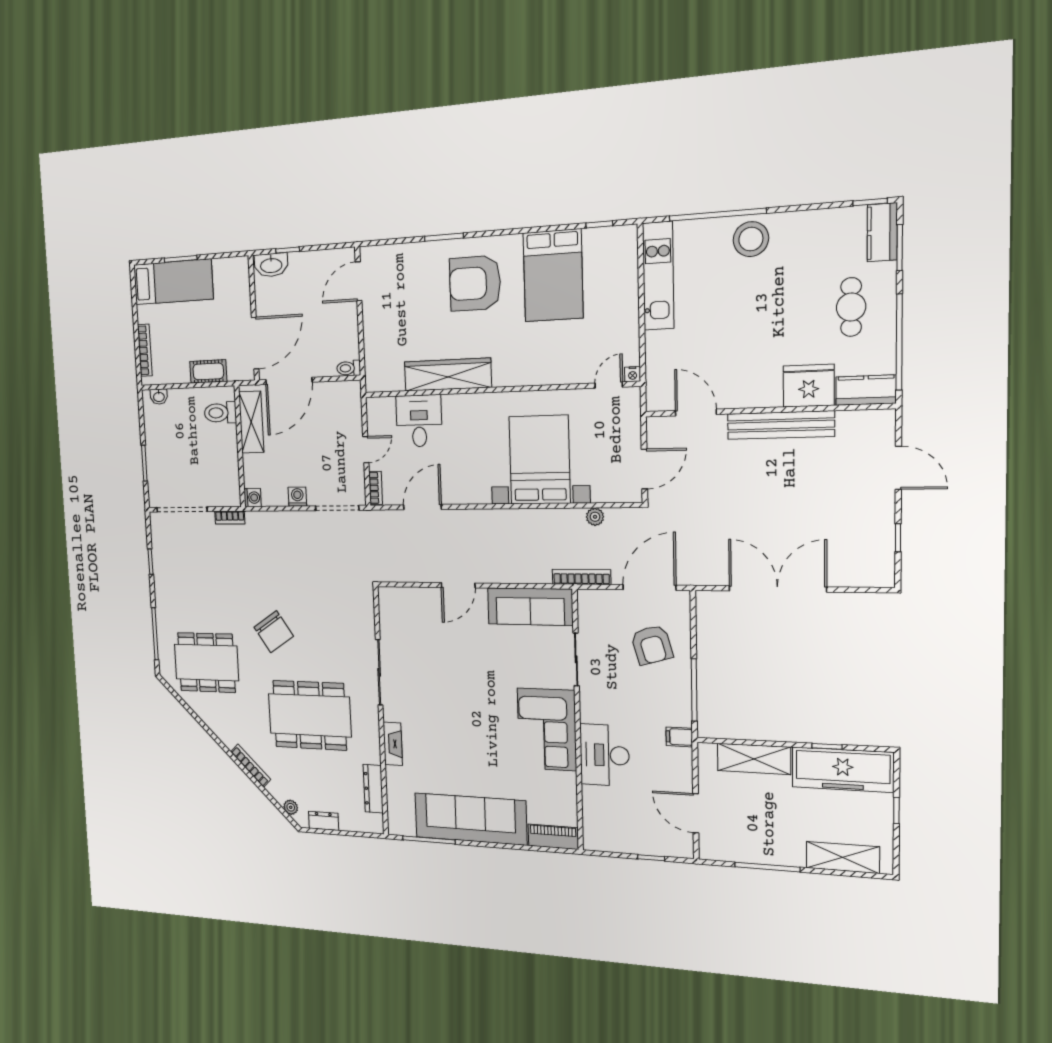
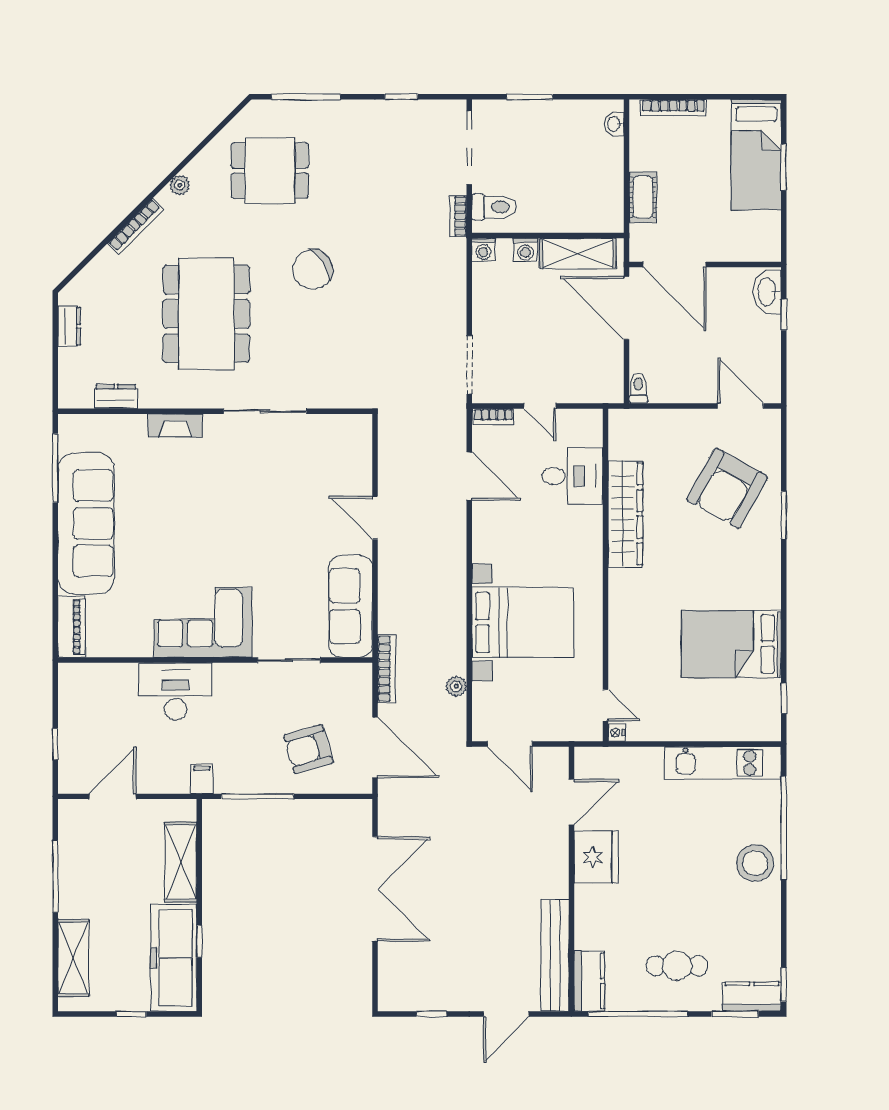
armchair: (475, 283) -> (727, 488), moved, turned -151
fridge: (809, 386) -> (596, 857), moved
toilet: (220, 413) -> (494, 207), moved, turned 90
bench: (781, 425) -> (555, 955), moved
washing machine: (297, 497) -> (526, 250), moved, turned 90
dining table: (206, 663) -> (270, 171), width x0.73
dresser: (373, 789) -> (116, 396), width x0.70
plant: (291, 807) -> (180, 185), moved

